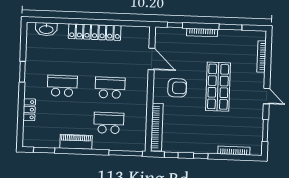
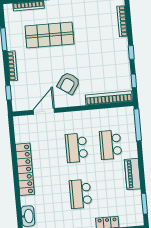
shop shelf: (218, 87) -> (49, 35), moved
armchair: (177, 88) -> (69, 83), turned -146

